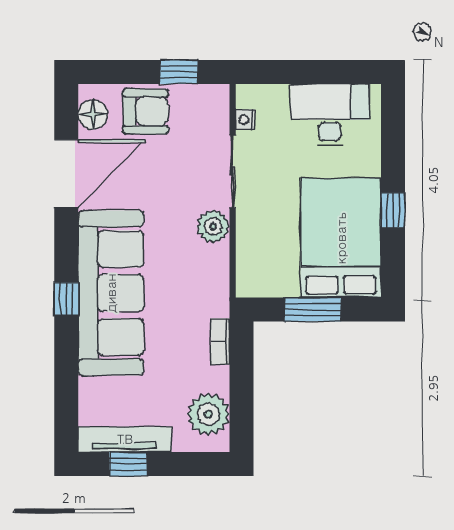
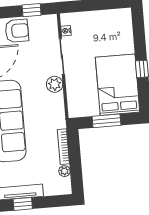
desk: (330, 115) -> (107, 25), removed
bookcase: (220, 342) -> (63, 147), width x1.56
plant: (208, 414) -> (64, 171), width x0.53, depth x0.53

